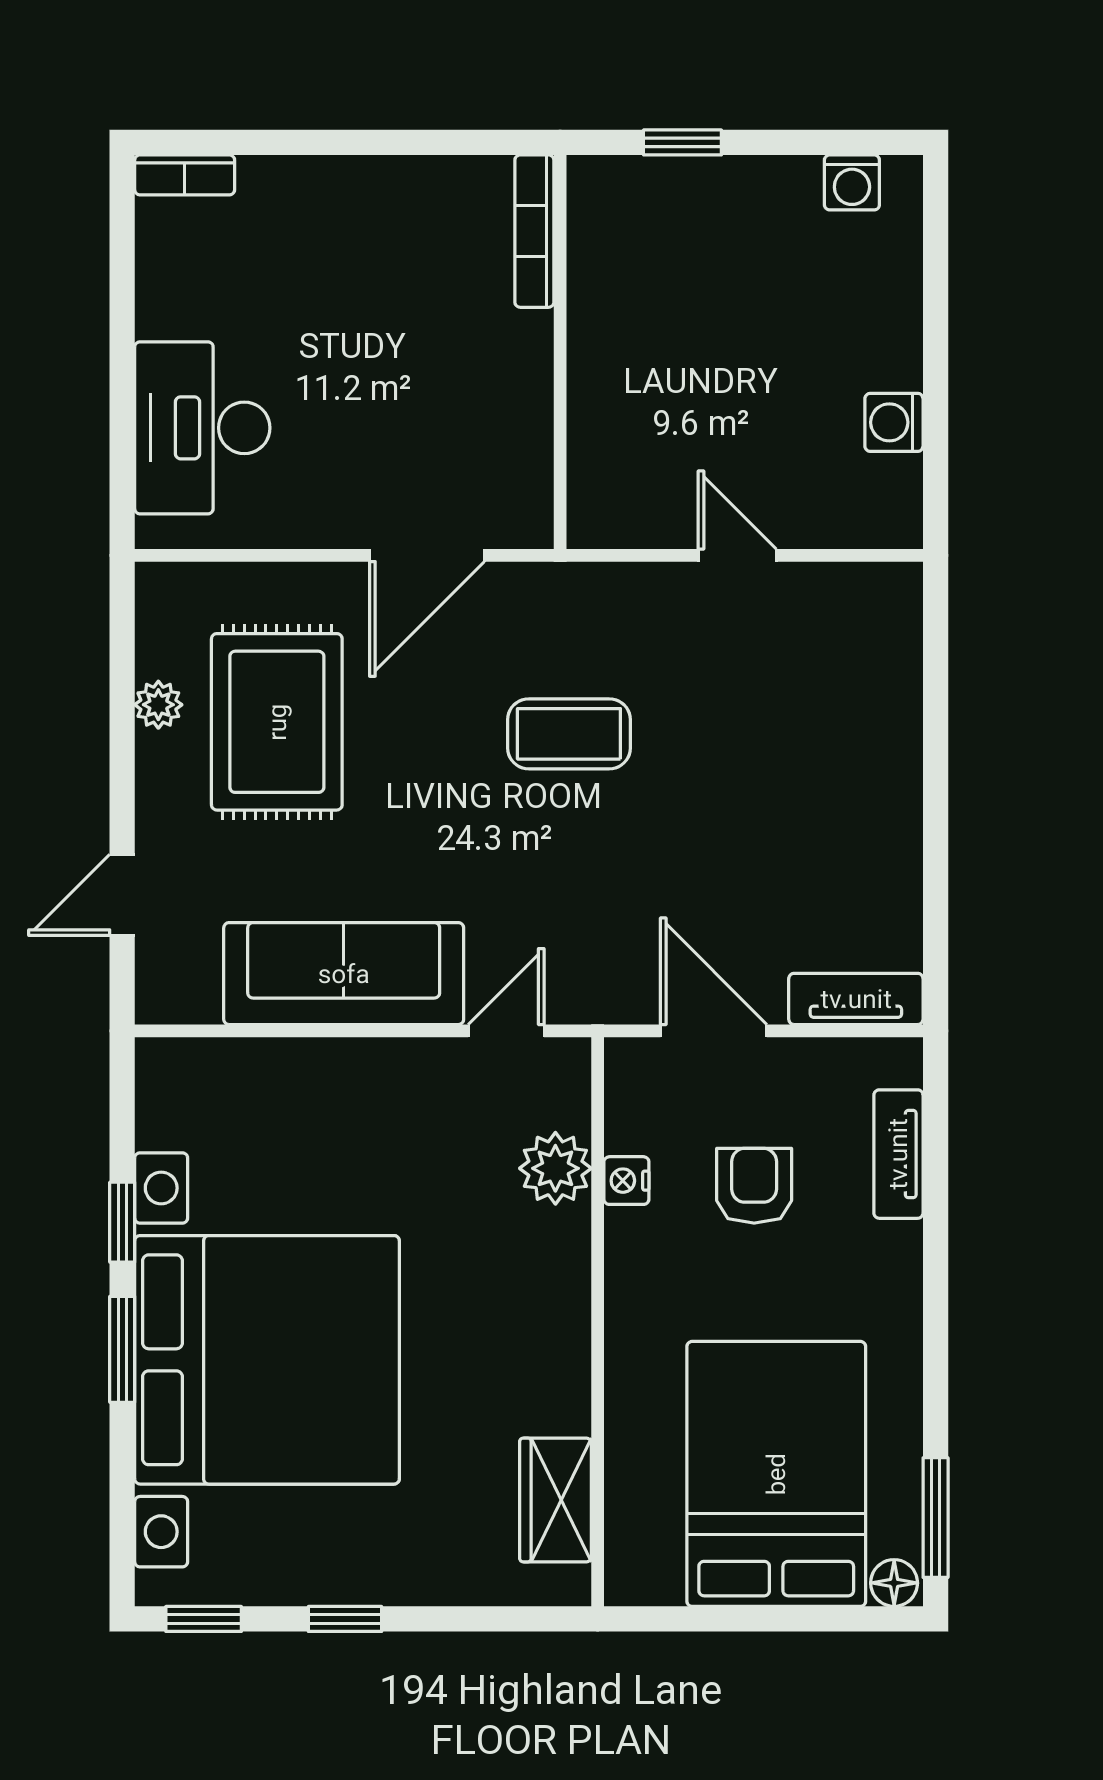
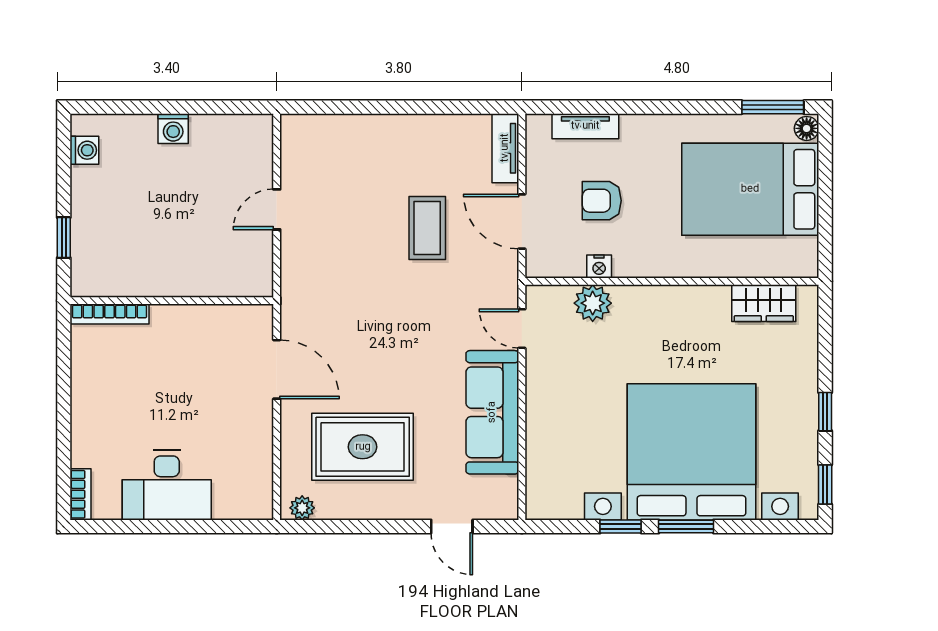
washing machine: (894, 422) -> (173, 129), moved
desk: (202, 428) -> (167, 485), moved
plant: (158, 705) -> (302, 508), moved
coffee table: (569, 734) -> (427, 228), moved
door: (714, 1031) -> (522, 222), hinge flipped

